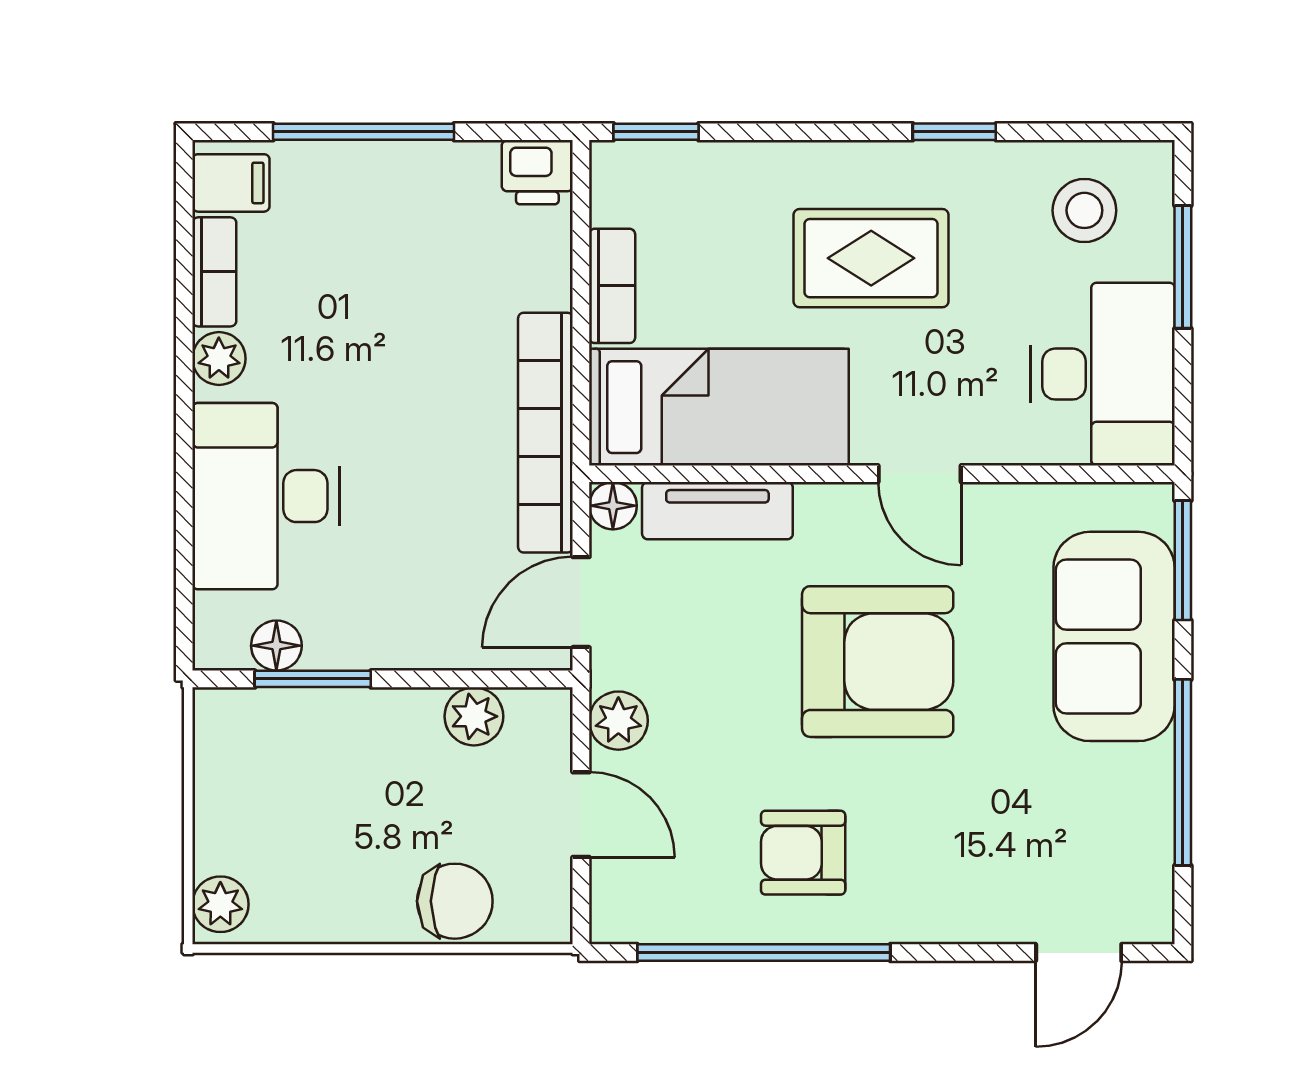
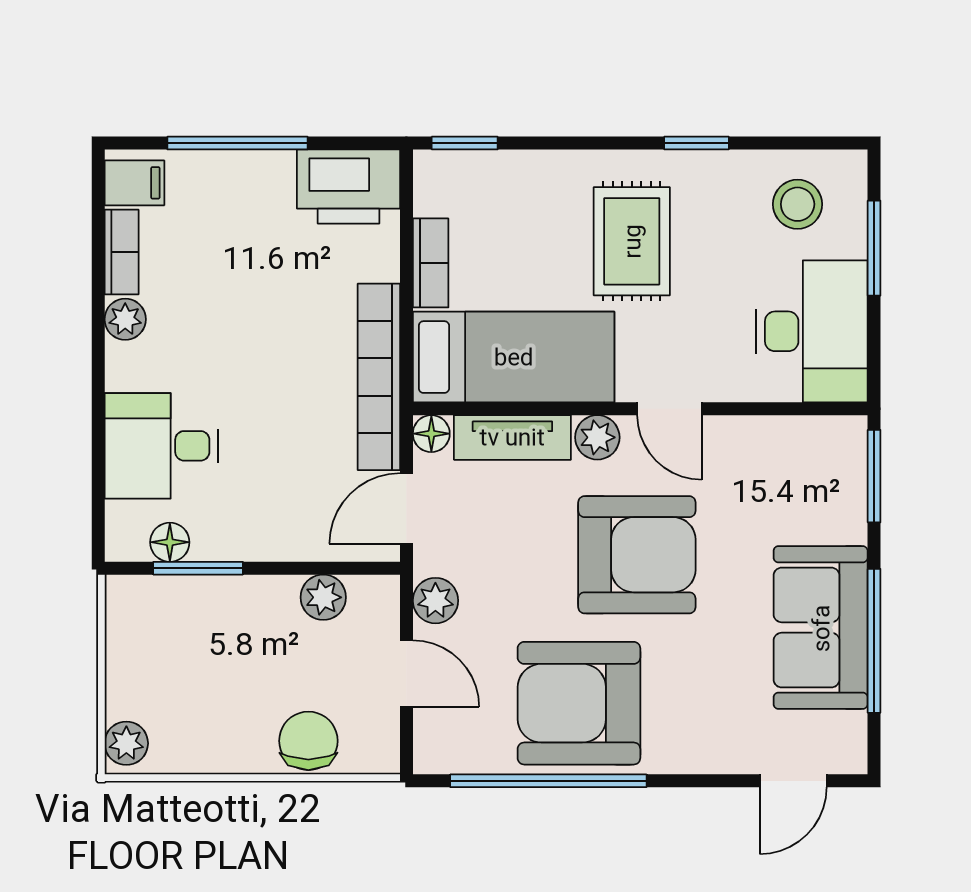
printer: (537, 172) -> (348, 186), width x1.87, depth x1.48
rug: (871, 258) -> (632, 241), turned 90
desk: (266, 496) -> (162, 446), width x0.73
plant: (827, 511) -> (597, 437), added
sofa: (1114, 636) -> (821, 628), moved
armchair: (803, 853) -> (579, 703), width x1.88, depth x1.88
chair: (455, 901) -> (308, 741), turned -90

